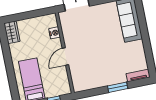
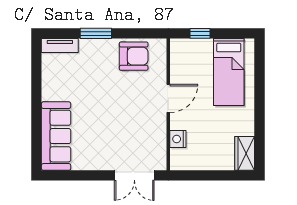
armchair: (92, 78) -> (134, 56), added

